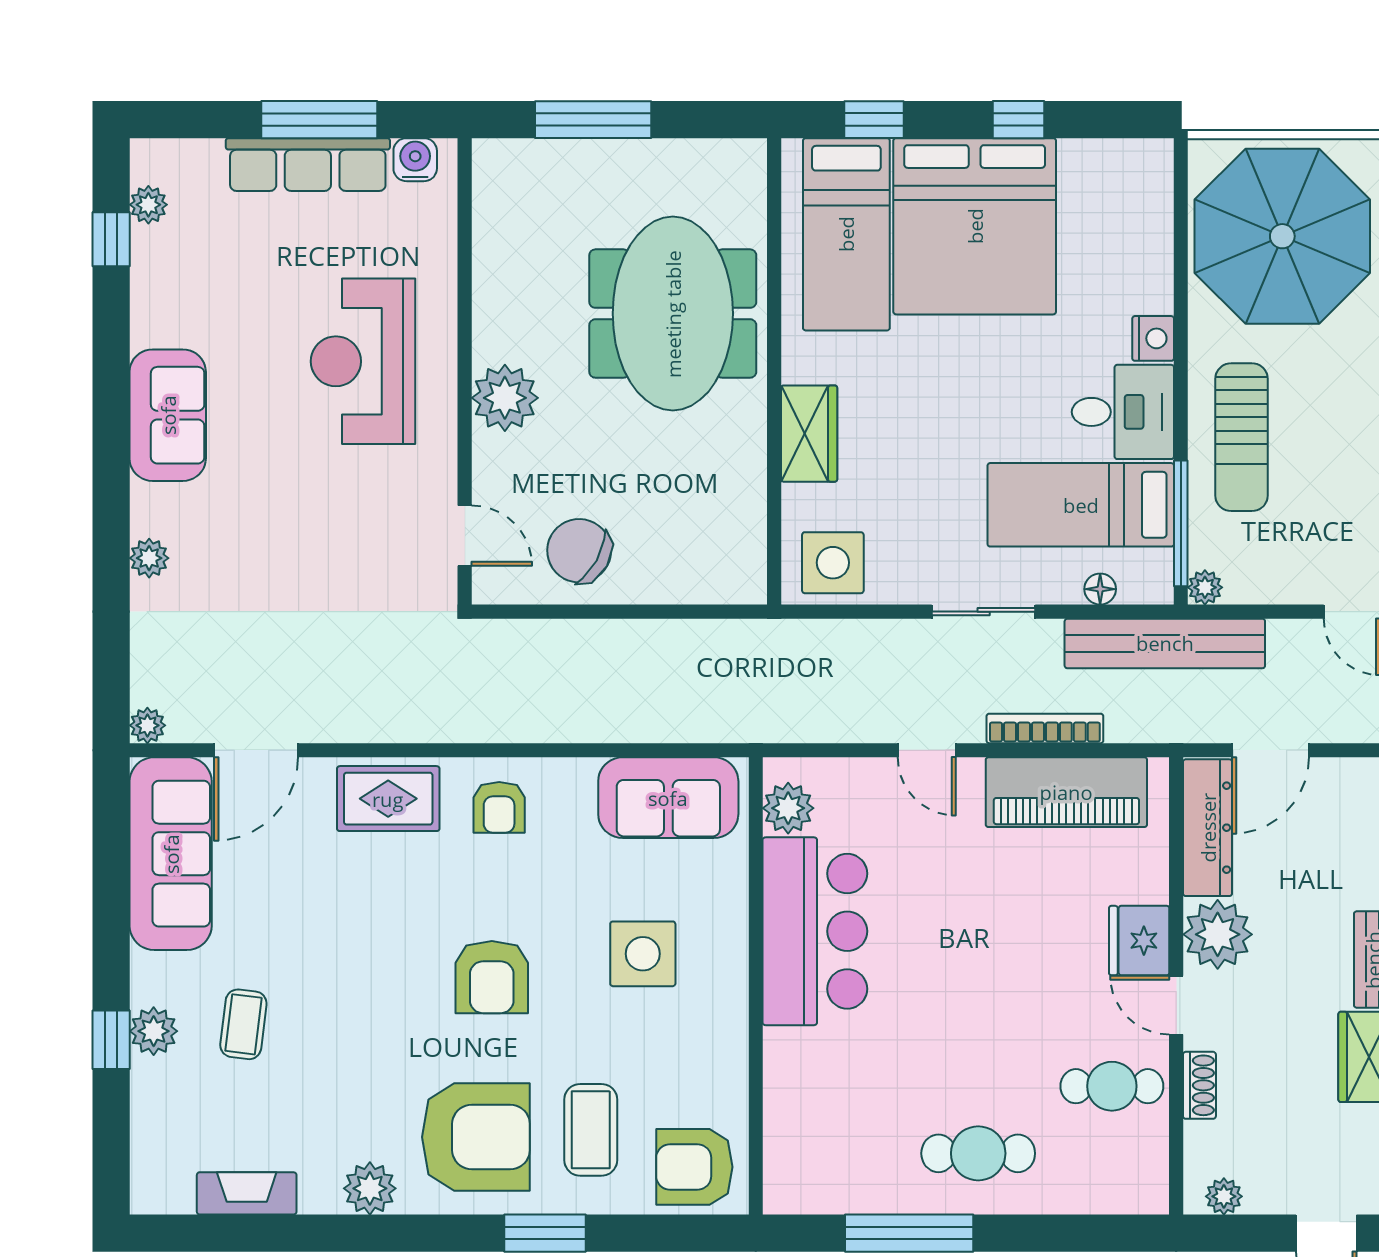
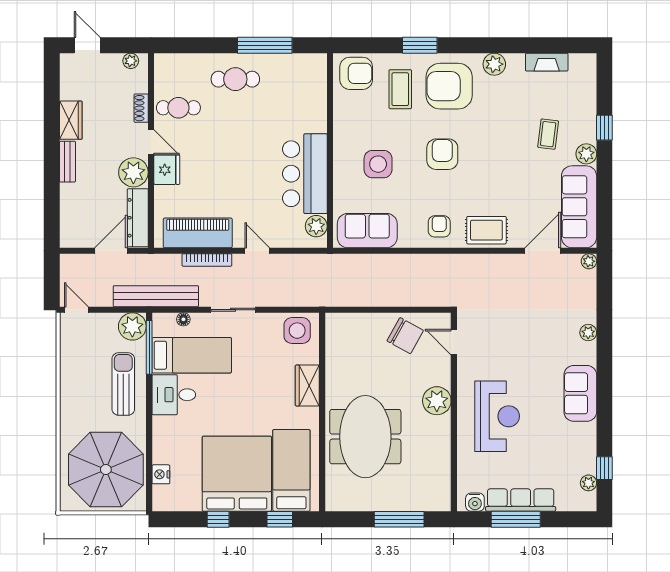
nightstand: (1153, 338) -> (161, 474), moved
plant: (1205, 587) -> (132, 326), width x1.87, depth x1.87
plant: (154, 1031) -> (586, 154), moved

